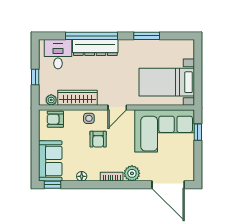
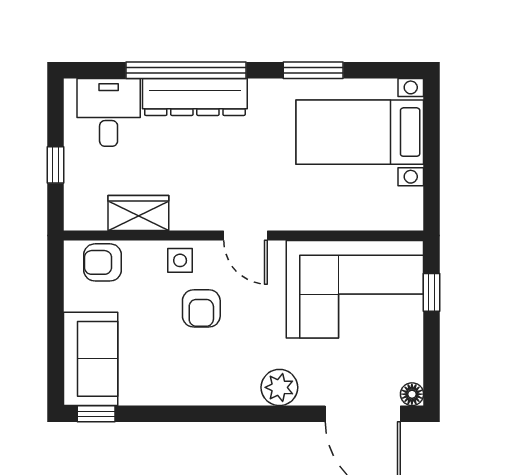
bed with nightstands: (167, 82) -> (360, 132), moved
wardrobe: (77, 98) -> (138, 213), width x0.67
plant: (51, 100) -> (93, 218), removed
door: (117, 108) -> (246, 235), hinge flipped
floor lamp: (82, 176) -> (412, 394), moved
bookcase: (112, 177) -> (233, 395), removed

